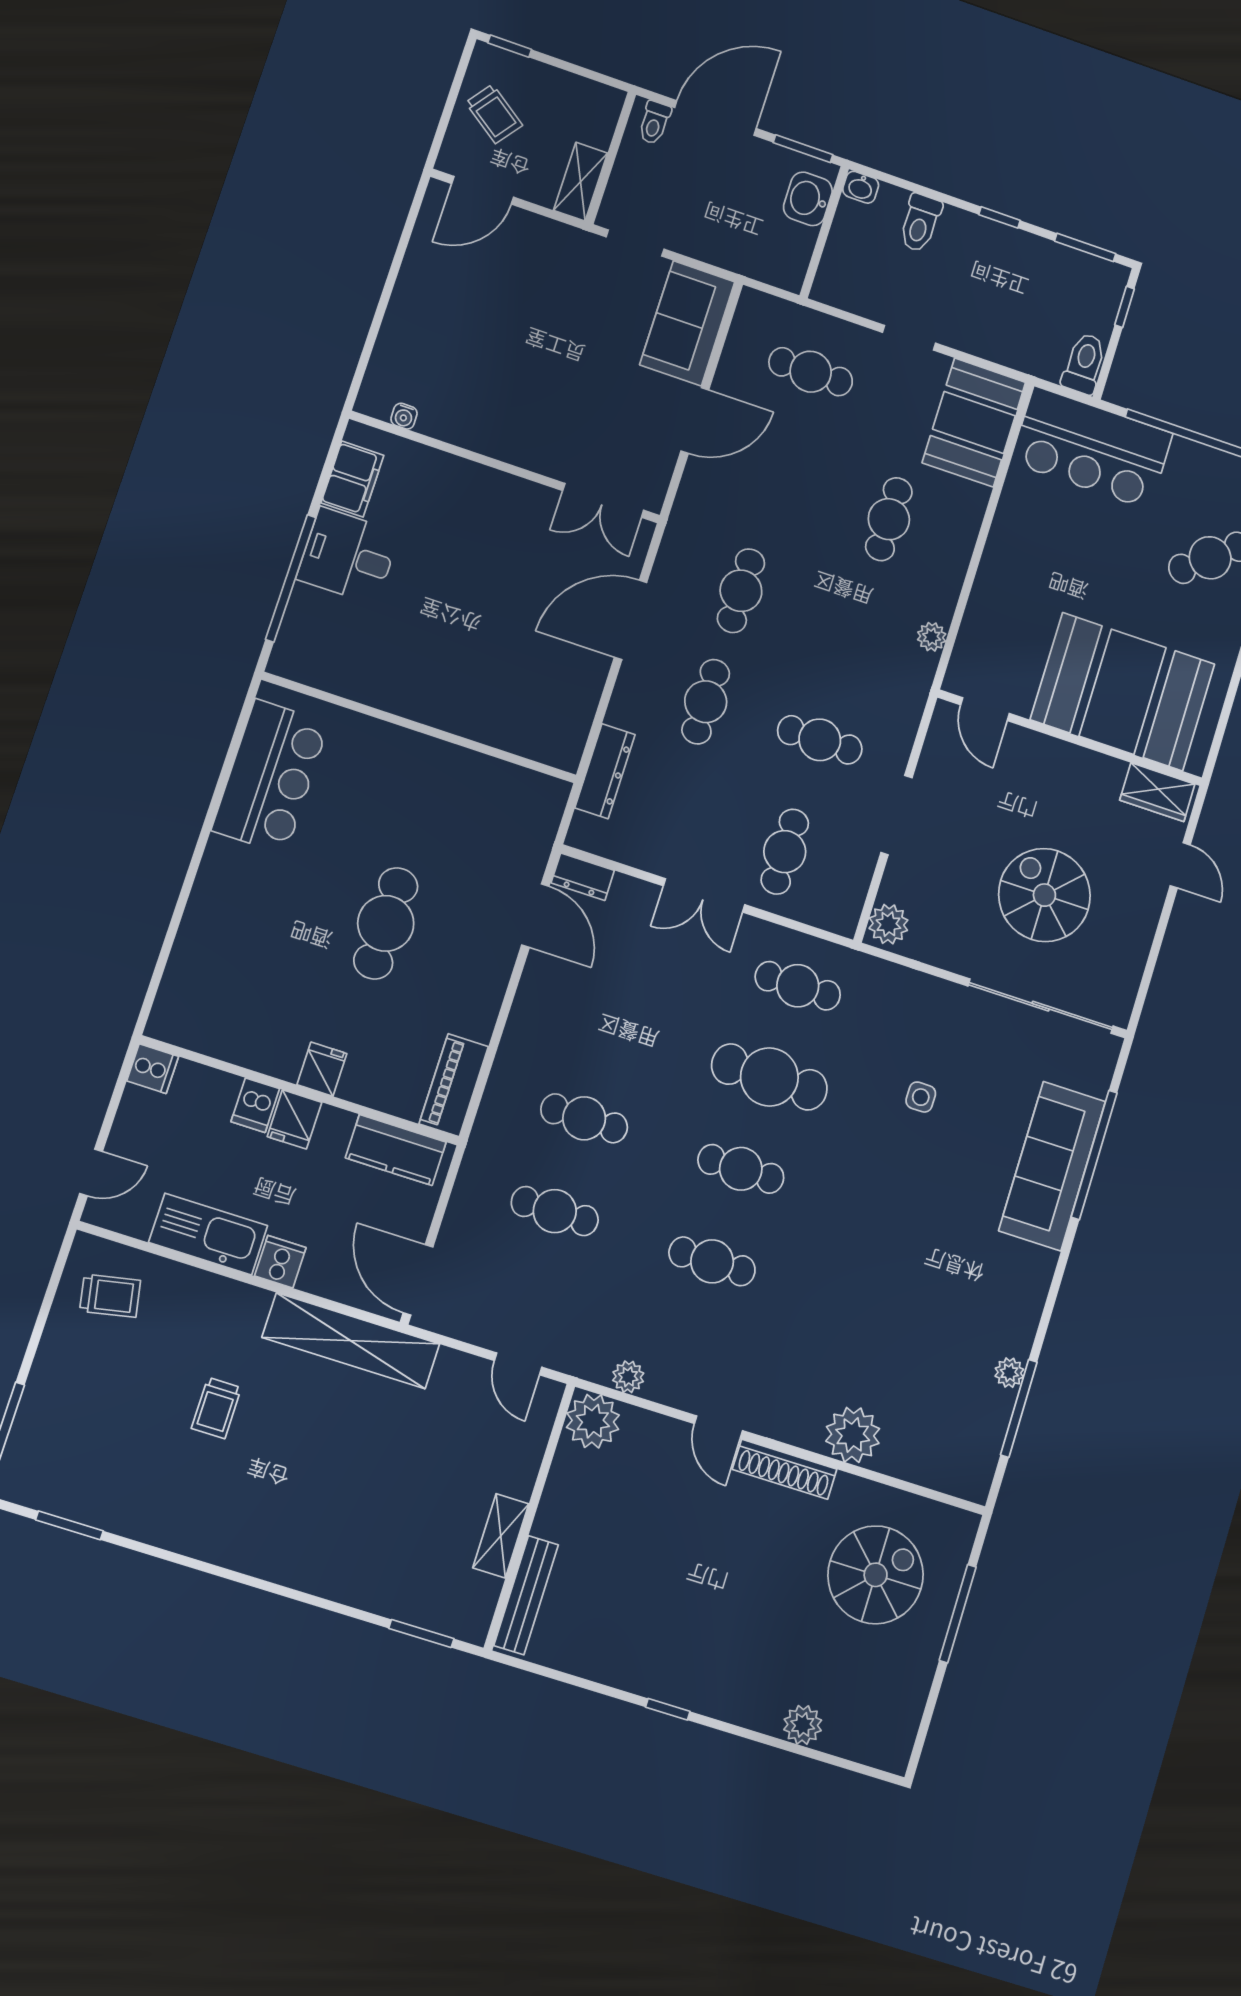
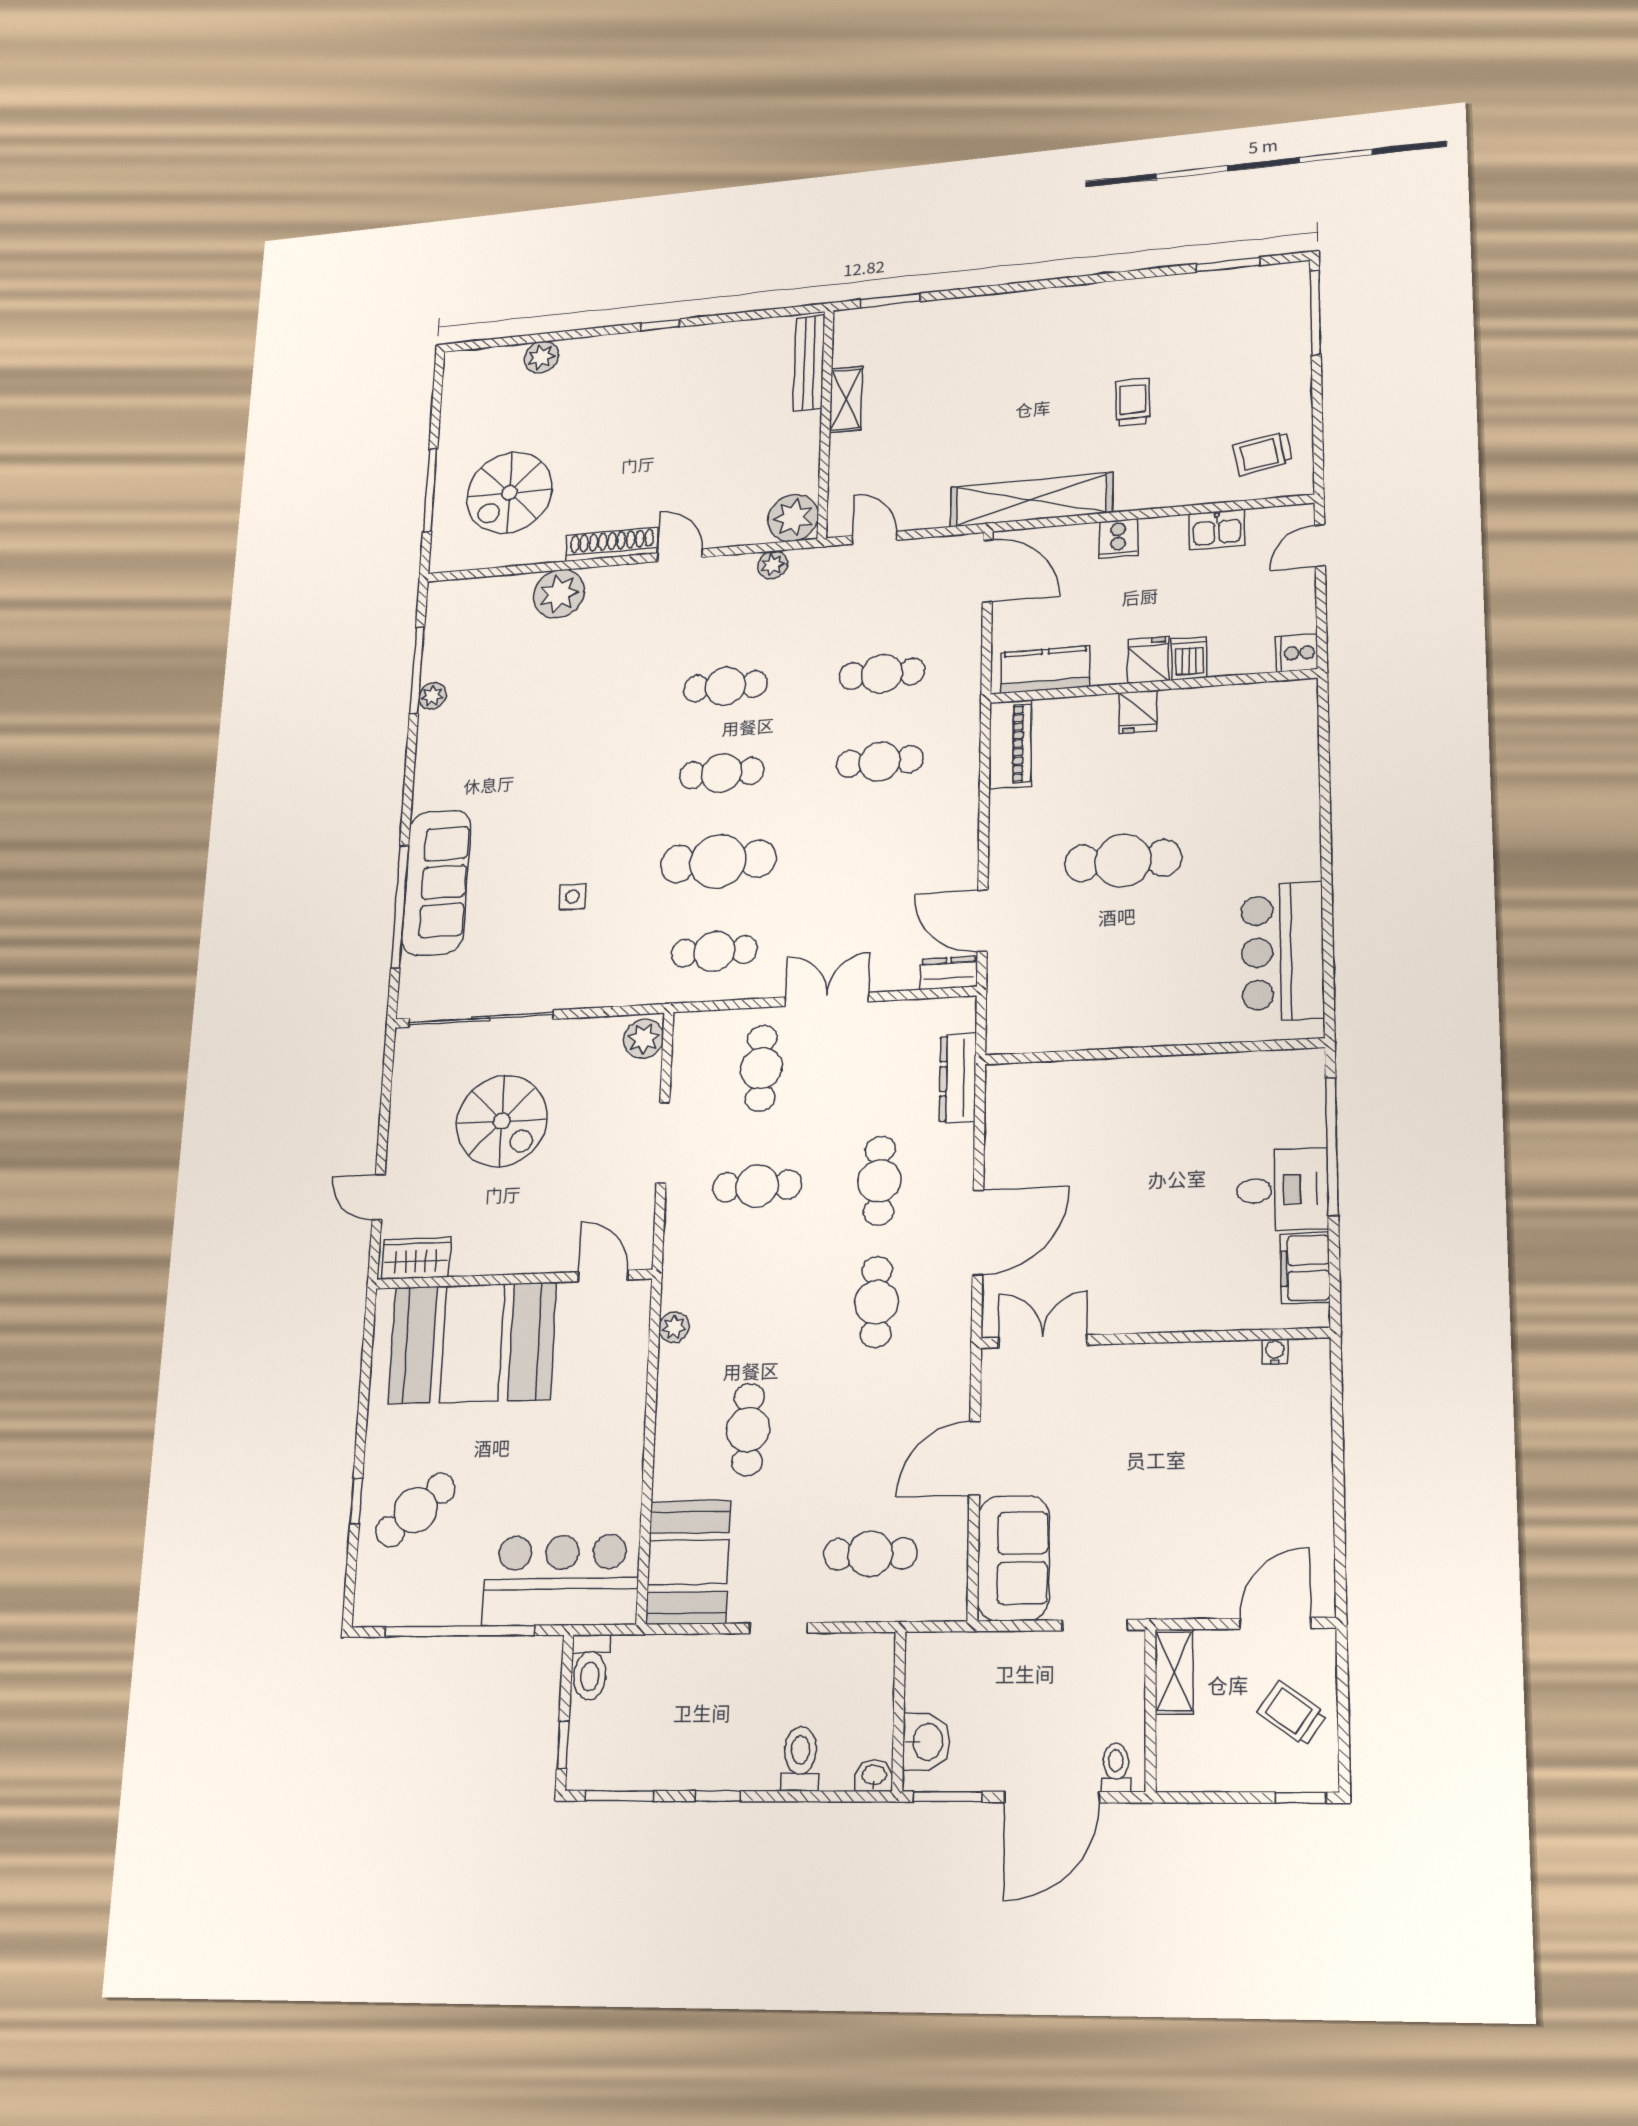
cafe table: (386, 923) -> (1123, 861), turned 90
kitchen sink: (208, 1234) -> (1217, 530), width x0.53, depth x0.81

